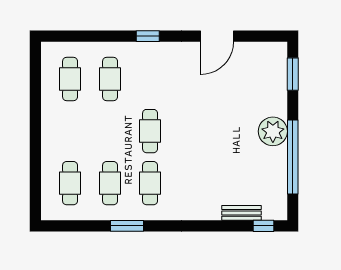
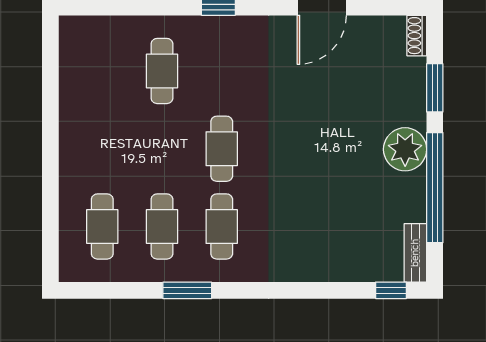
shoe rack: (281, 55) -> (417, 36), added
window: (293, 74) -> (435, 88), moved
cafe table: (70, 79) -> (102, 71), removed
bench: (242, 213) -> (415, 253), moved, turned 90

